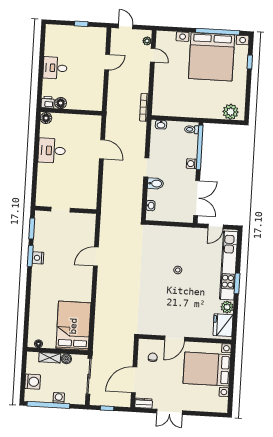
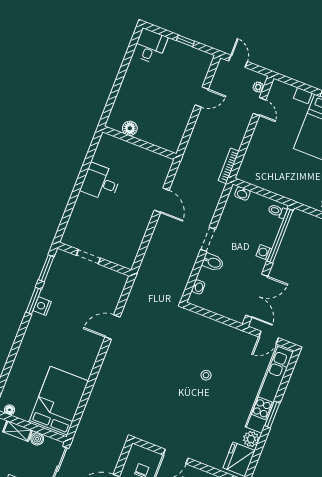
desk: (55, 68) -> (150, 46), moved, turned 90
printer: (48, 102) -> (115, 122), removed
floor lamp: (46, 118) -> (106, 141), removed

